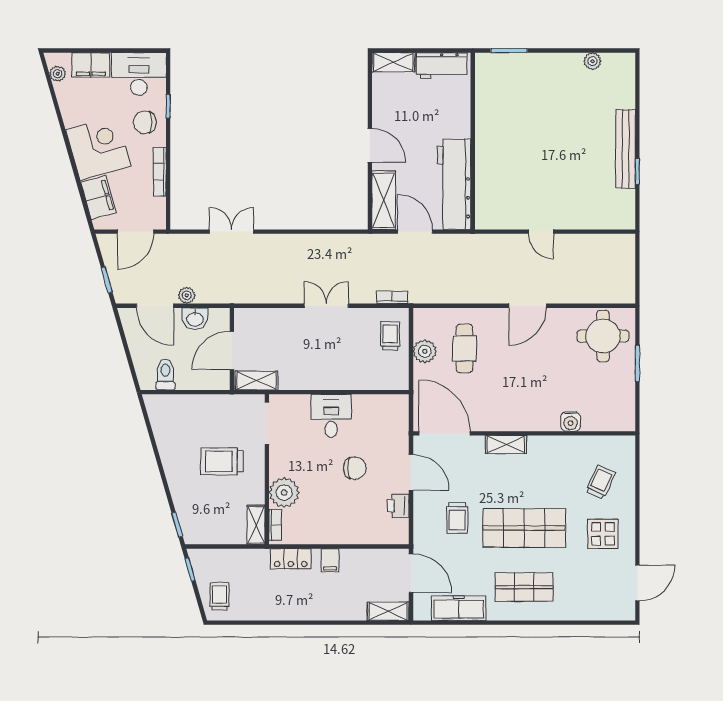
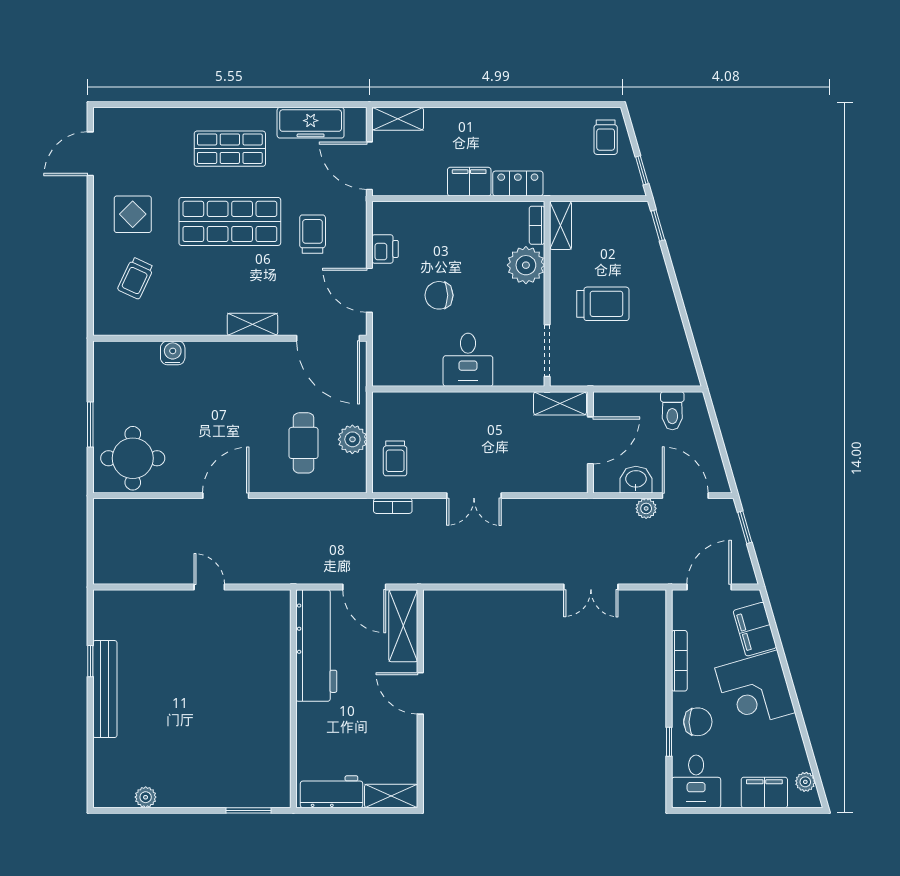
desk: (139, 74) -> (696, 781), width x0.73
filing cabinet: (330, 560) -> (469, 182), width x2.00

